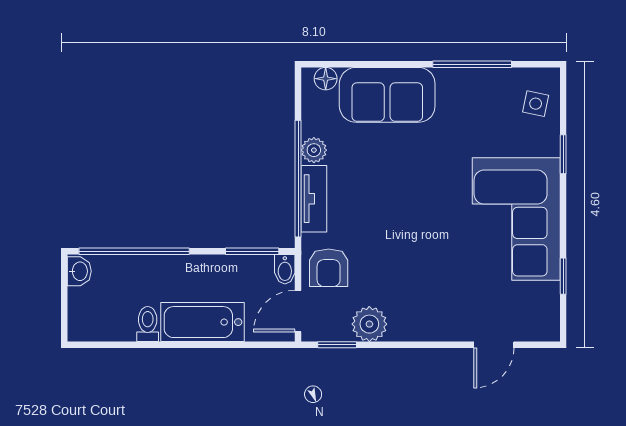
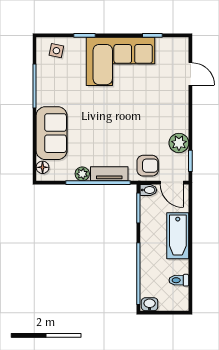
toilet: (148, 324) -> (179, 280), moved

